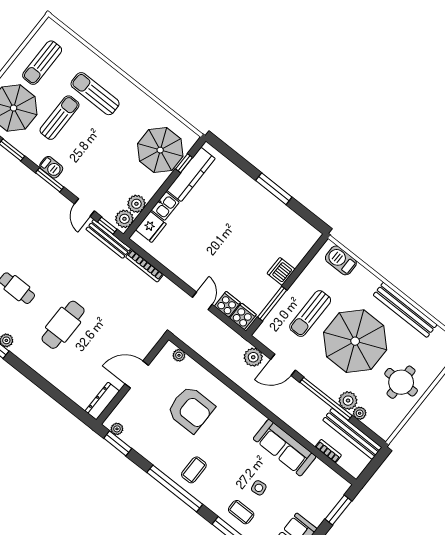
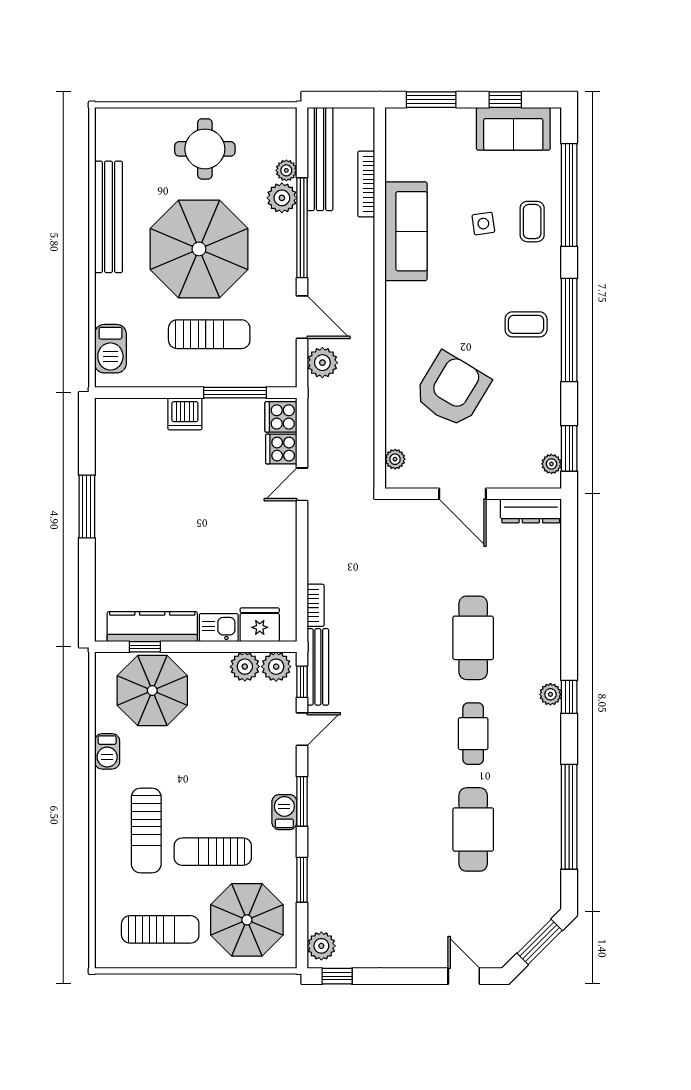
barbecue: (148, 105) -> (107, 751), added
bookcase: (145, 266) -> (316, 605), width x0.64
cafe table: (63, 325) -> (473, 638), turned 90
armchair: (191, 409) -> (452, 390), turned 31
bookcase: (328, 451) -> (366, 184), width x1.56

